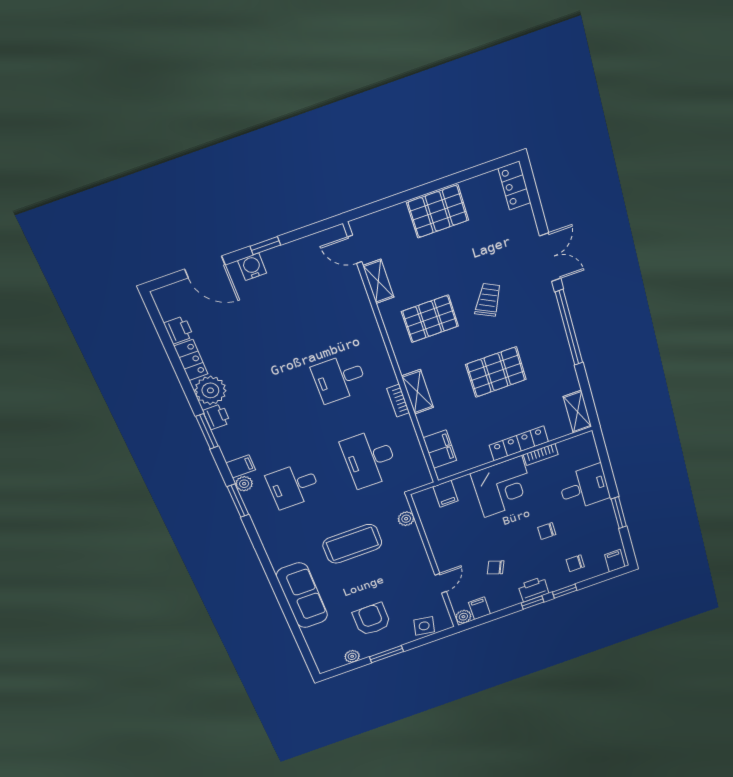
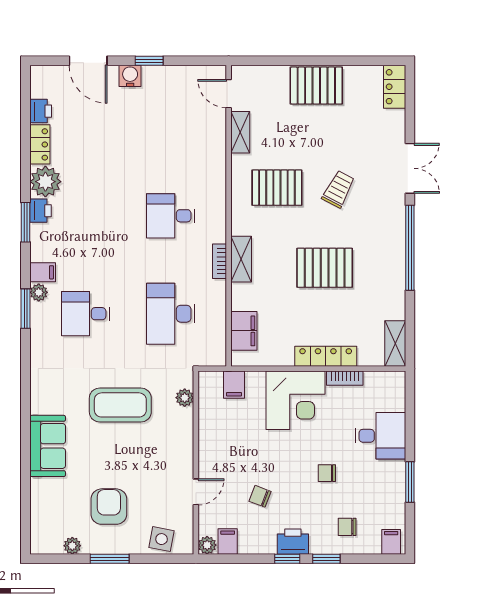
sofa: (302, 595) -> (48, 446), width x0.73

